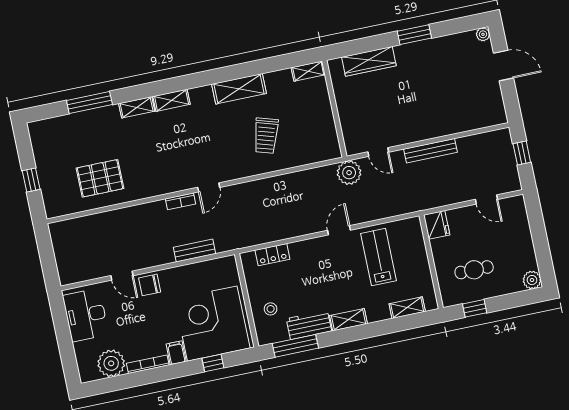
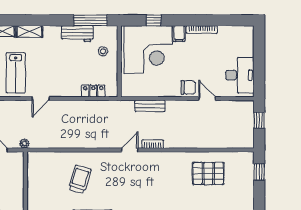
plant: (349, 173) -> (24, 144), width x0.53, depth x0.53
window: (31, 180) -> (259, 172), moved
window: (48, 262) -> (259, 120), added
shelving: (348, 320) -> (29, 31), moved
plant: (111, 363) -> (228, 36), removed

